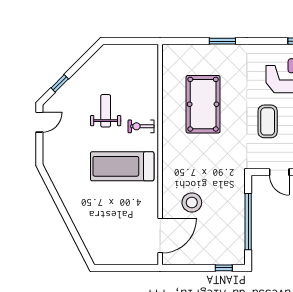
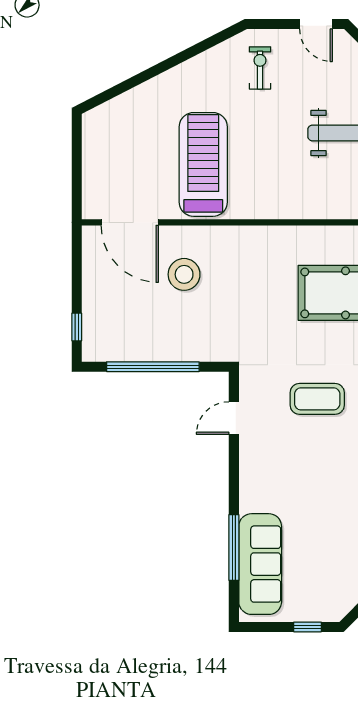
exercise bike: (141, 126) -> (260, 68), moved
treadmill: (122, 166) -> (203, 164), moved

